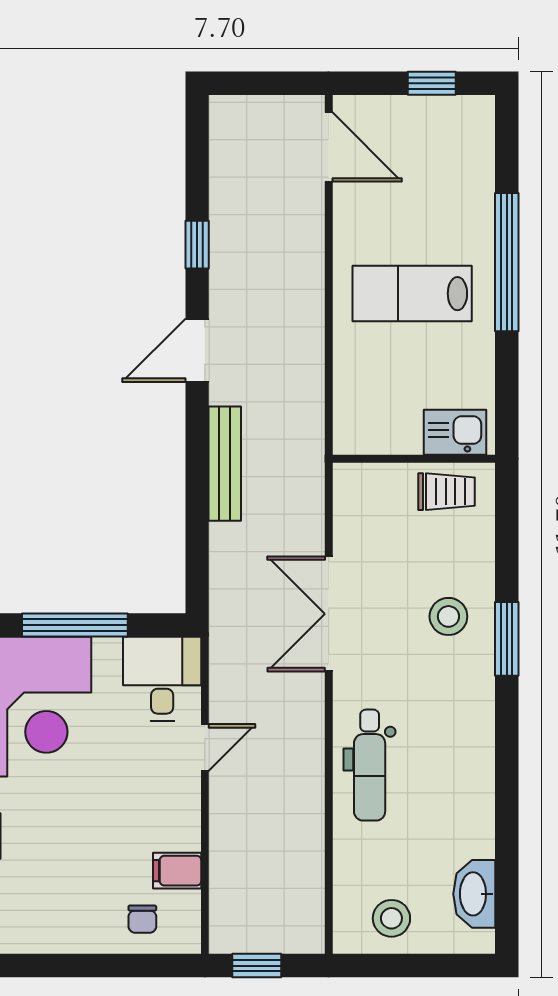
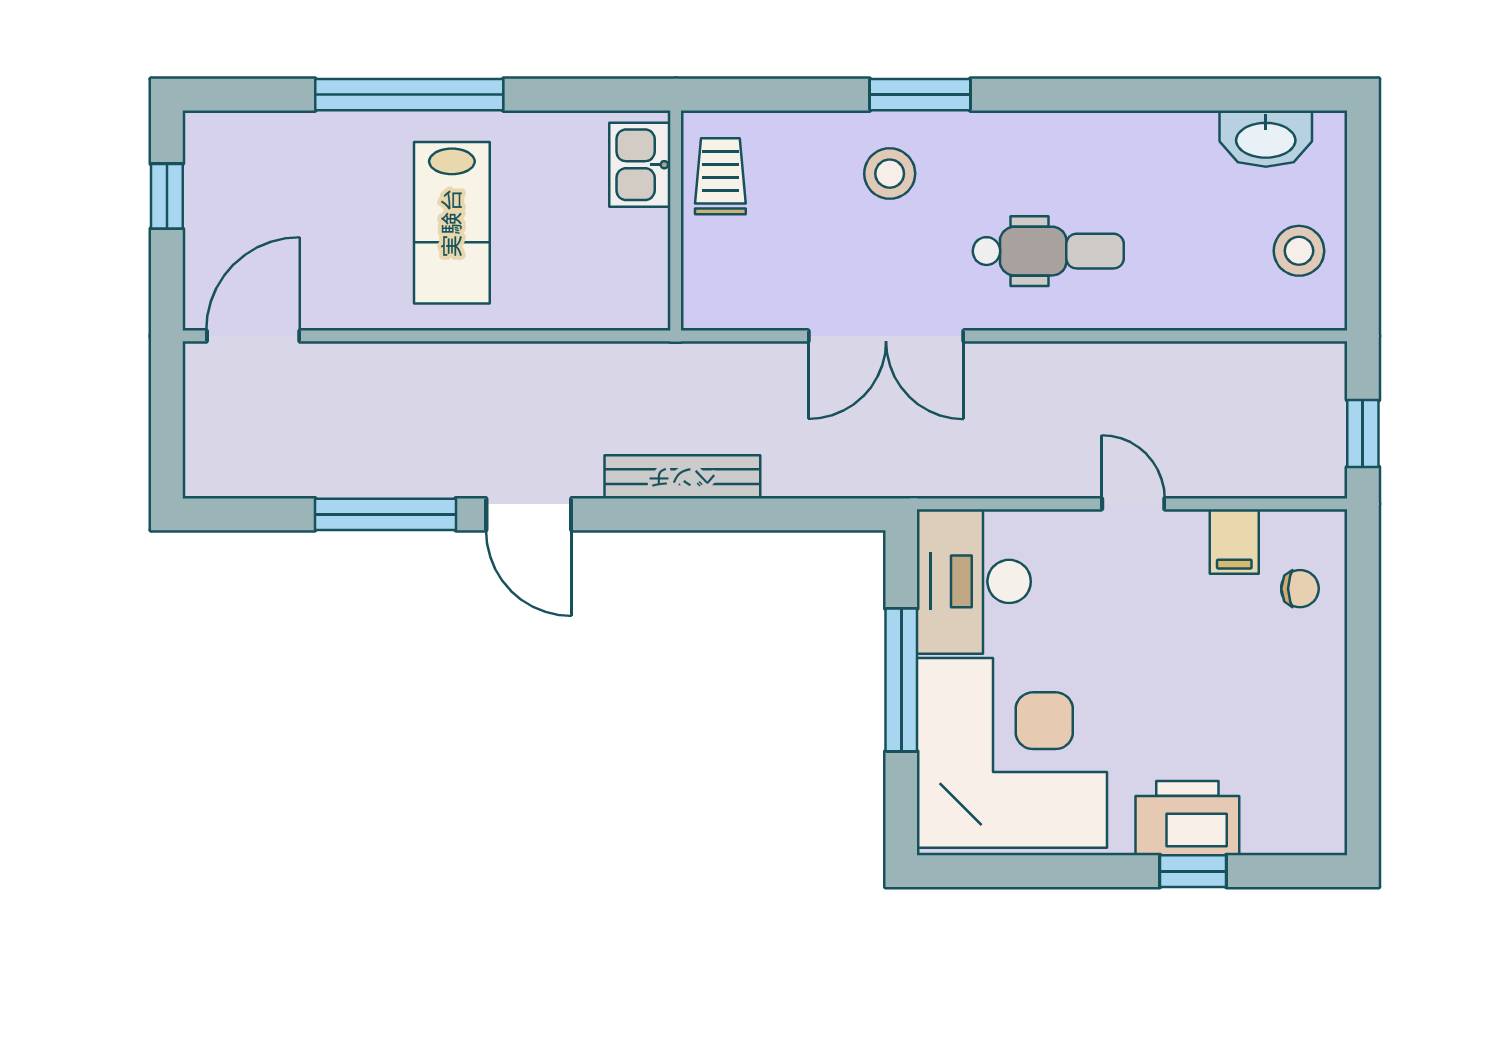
window: (197, 245) -> (385, 514), width x2.17
desk: (162, 679) -> (974, 581), width x1.37
door: (205, 748) -> (1133, 504), moved
dental chair: (370, 765) -> (1048, 251), moved

